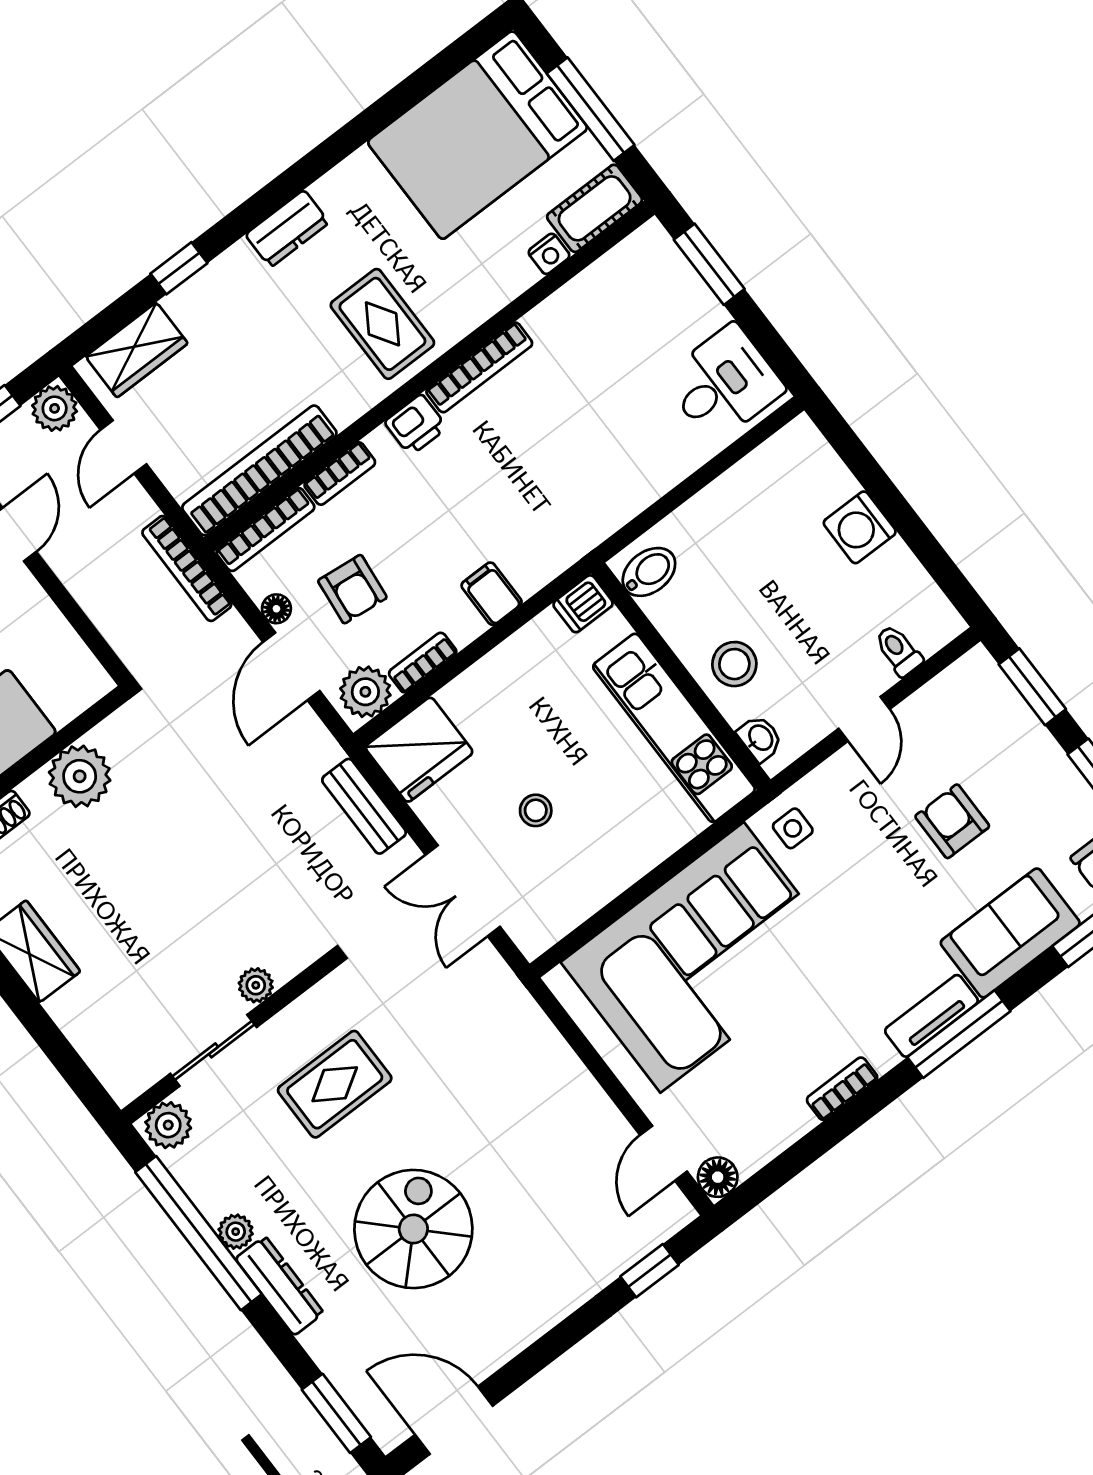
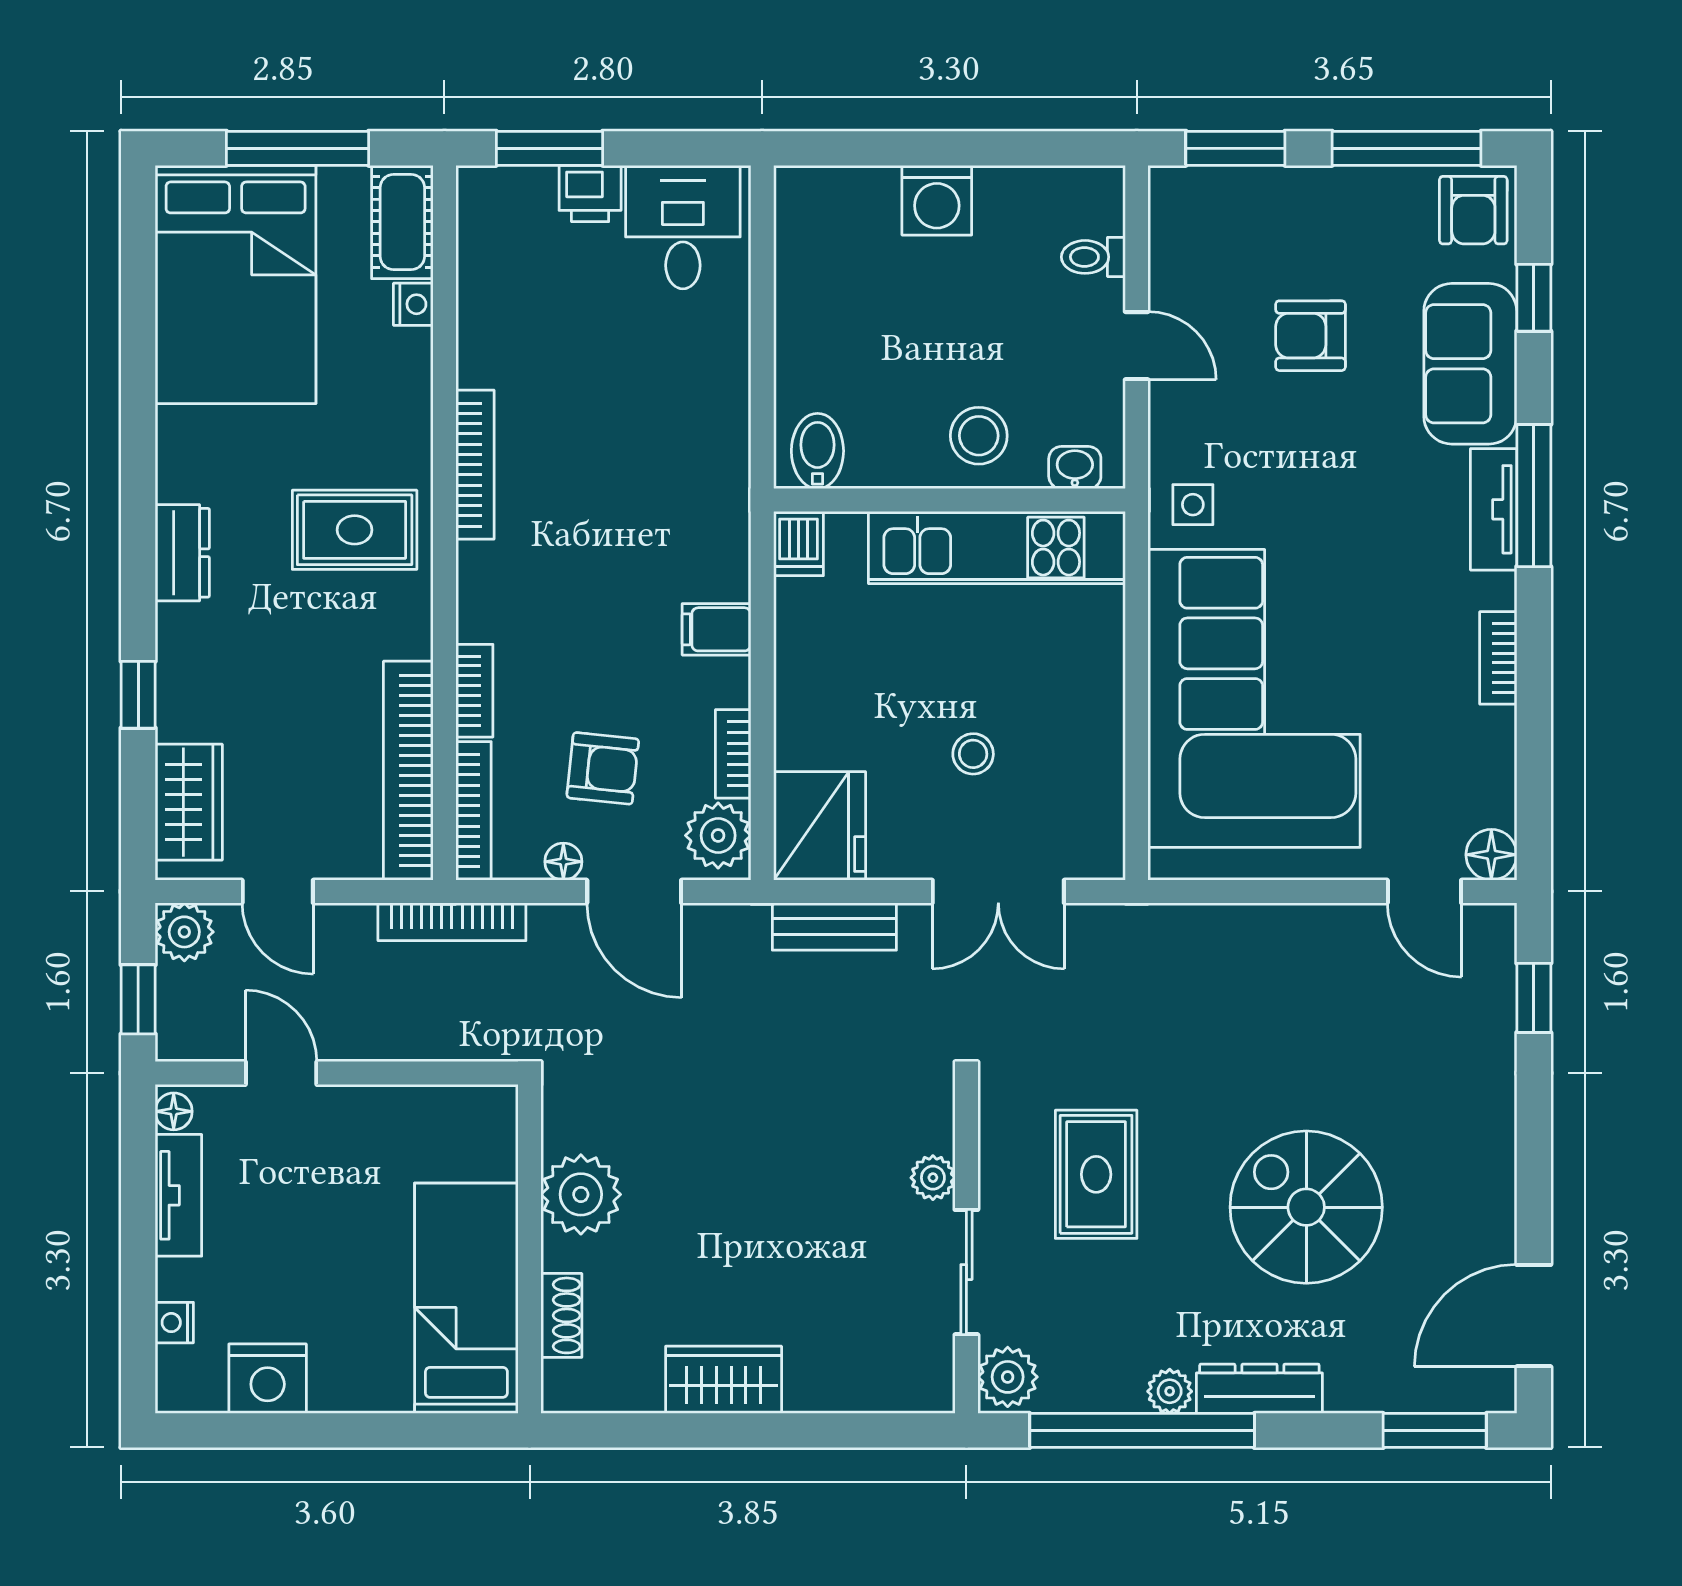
printer: (416, 425) -> (590, 193), moved, turned 90

